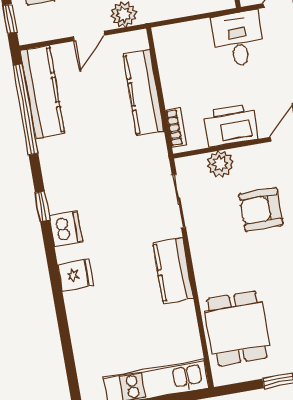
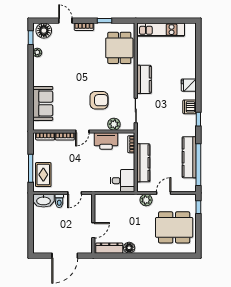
desk: (238, 39) -> (123, 181), moved, turned -90
kitchen counter: (43, 92) -> (189, 157), moved

